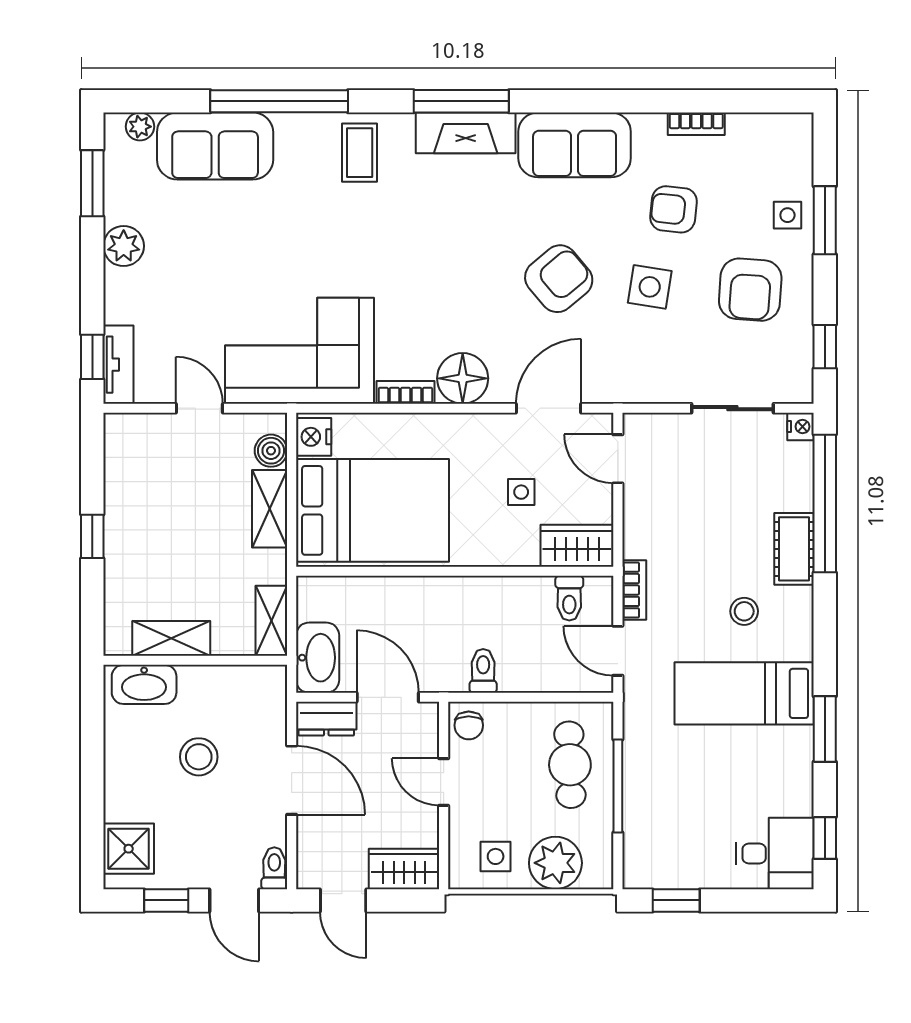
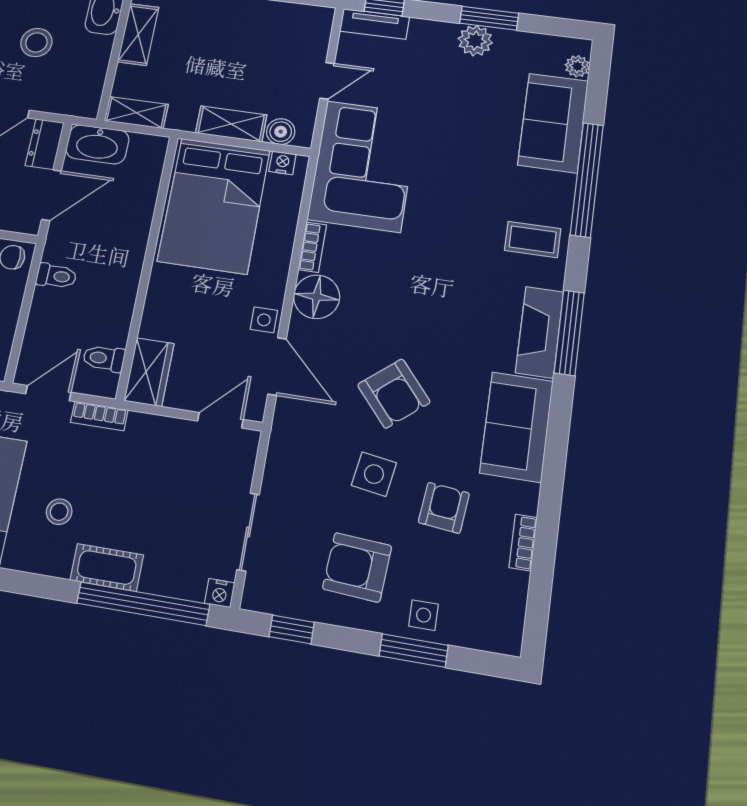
window: (92, 183) -> (489, 18), moved
nightstand: (314, 437) -> (283, 163), width x0.72, depth x0.74
side table: (521, 492) -> (264, 320), moved

